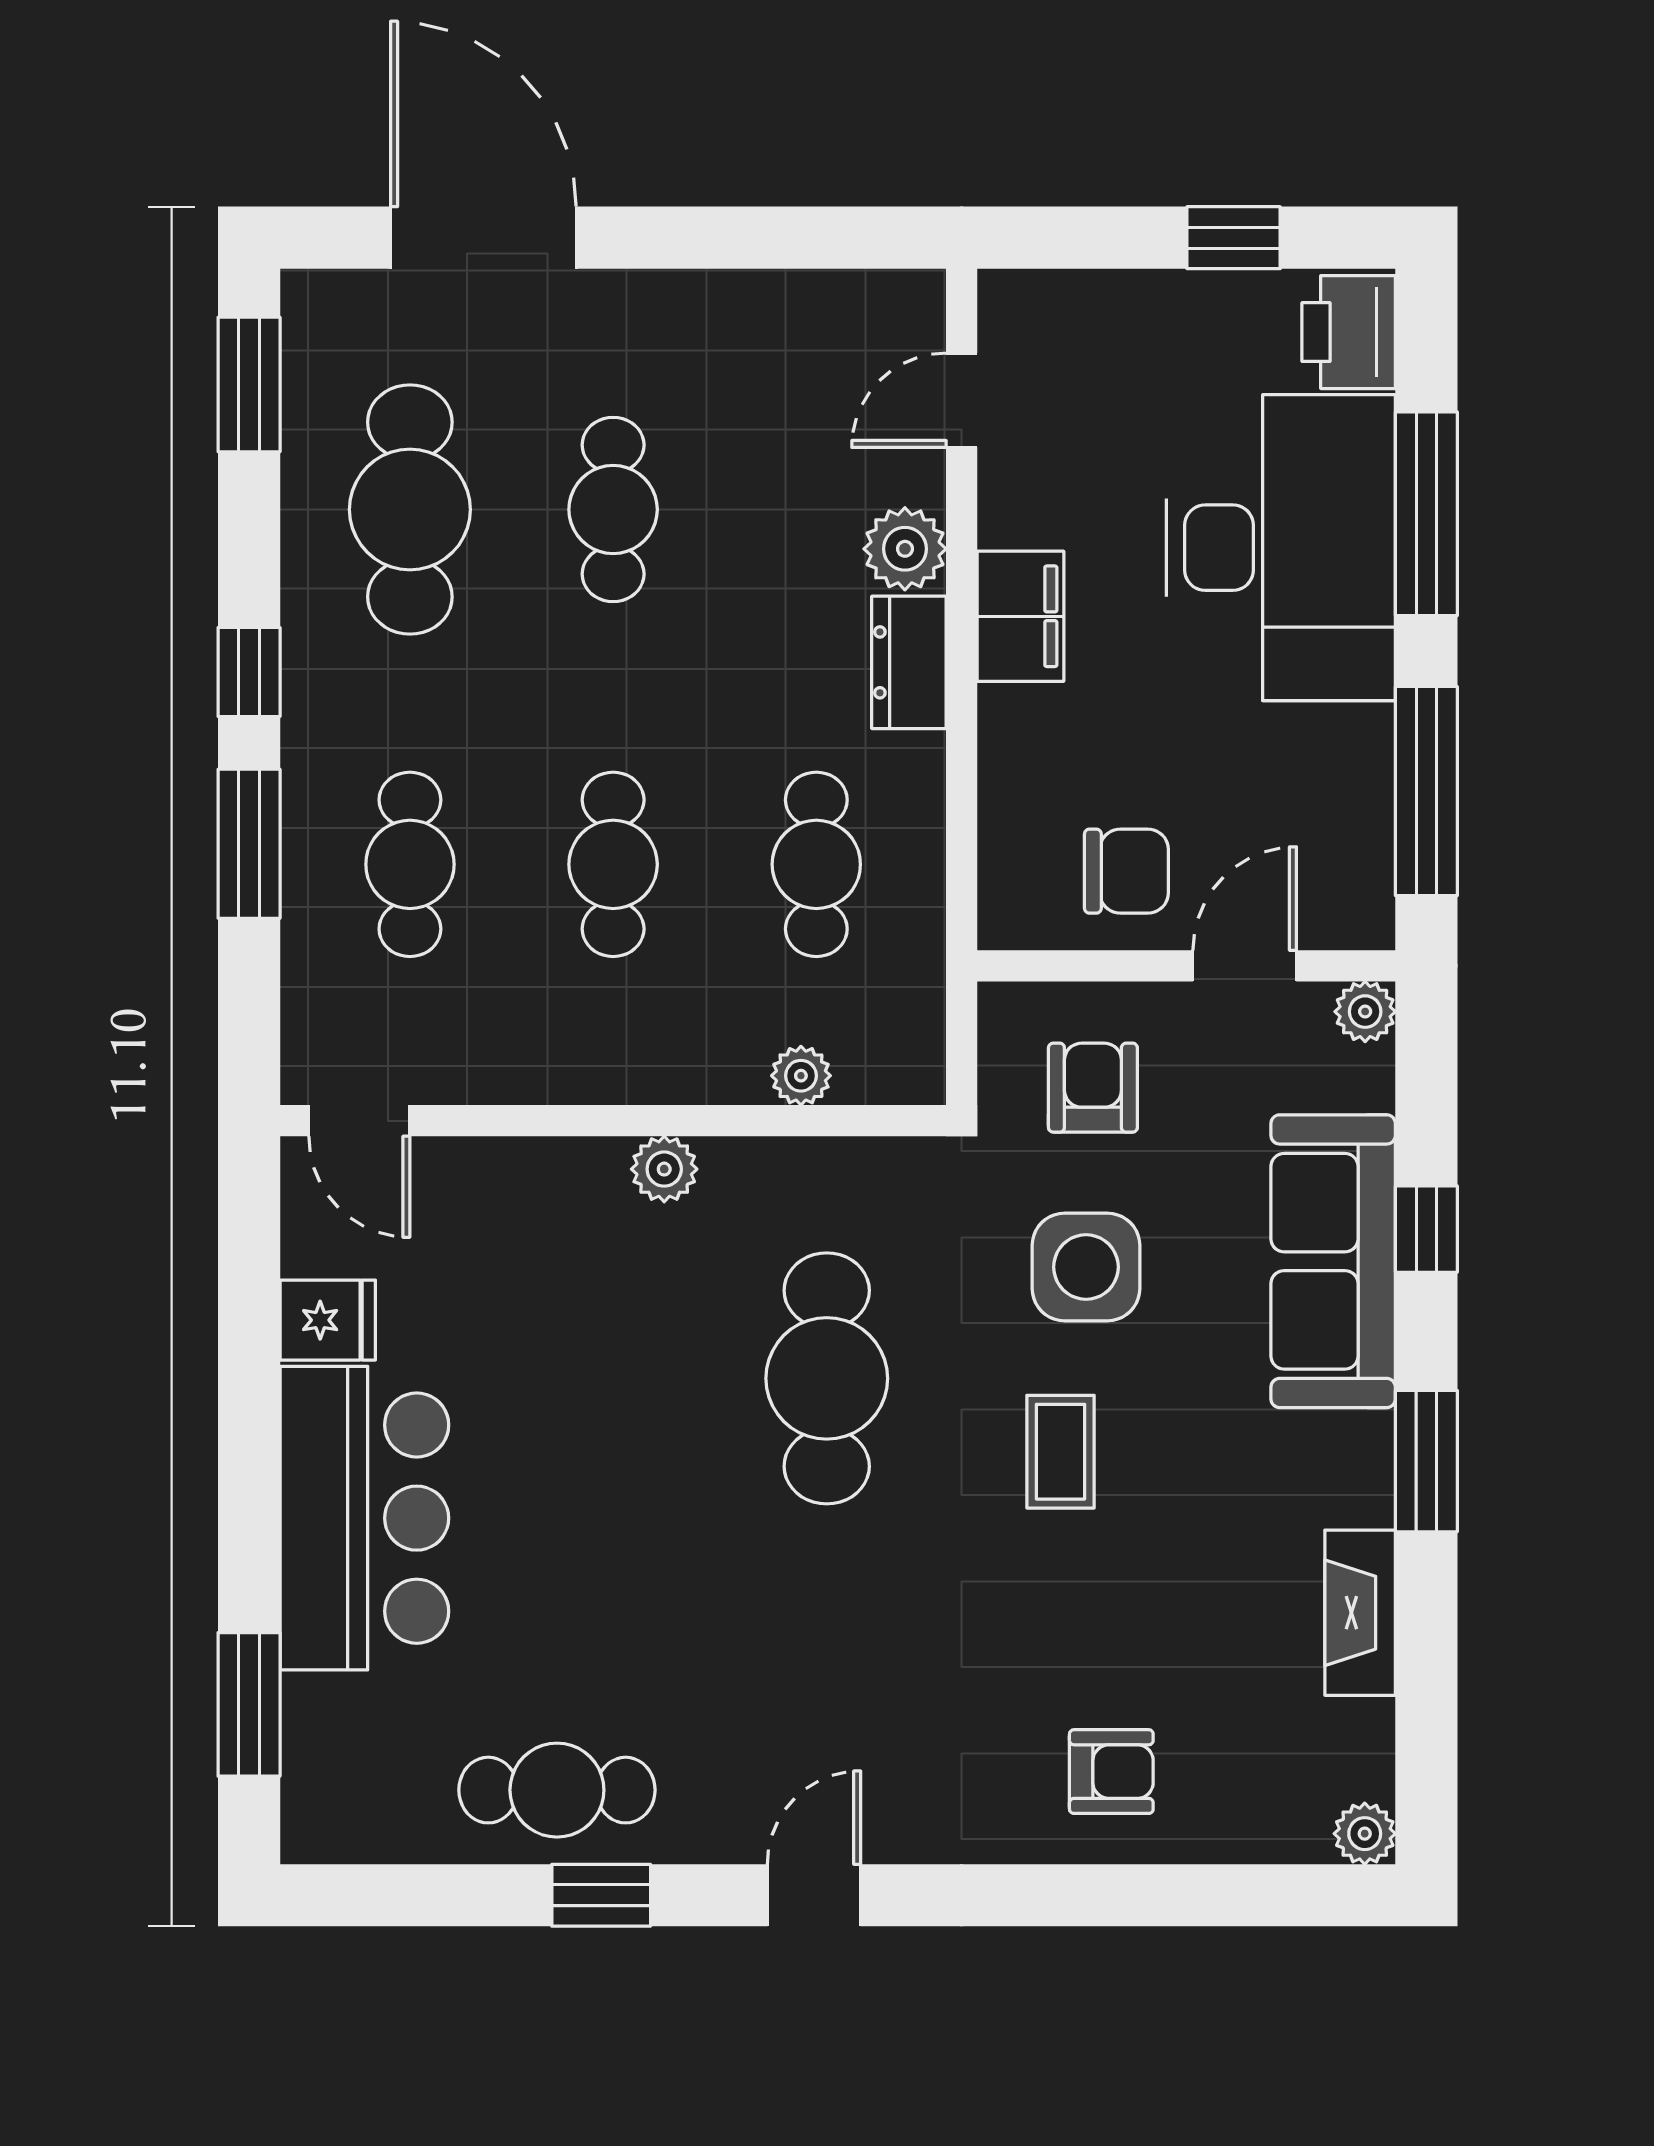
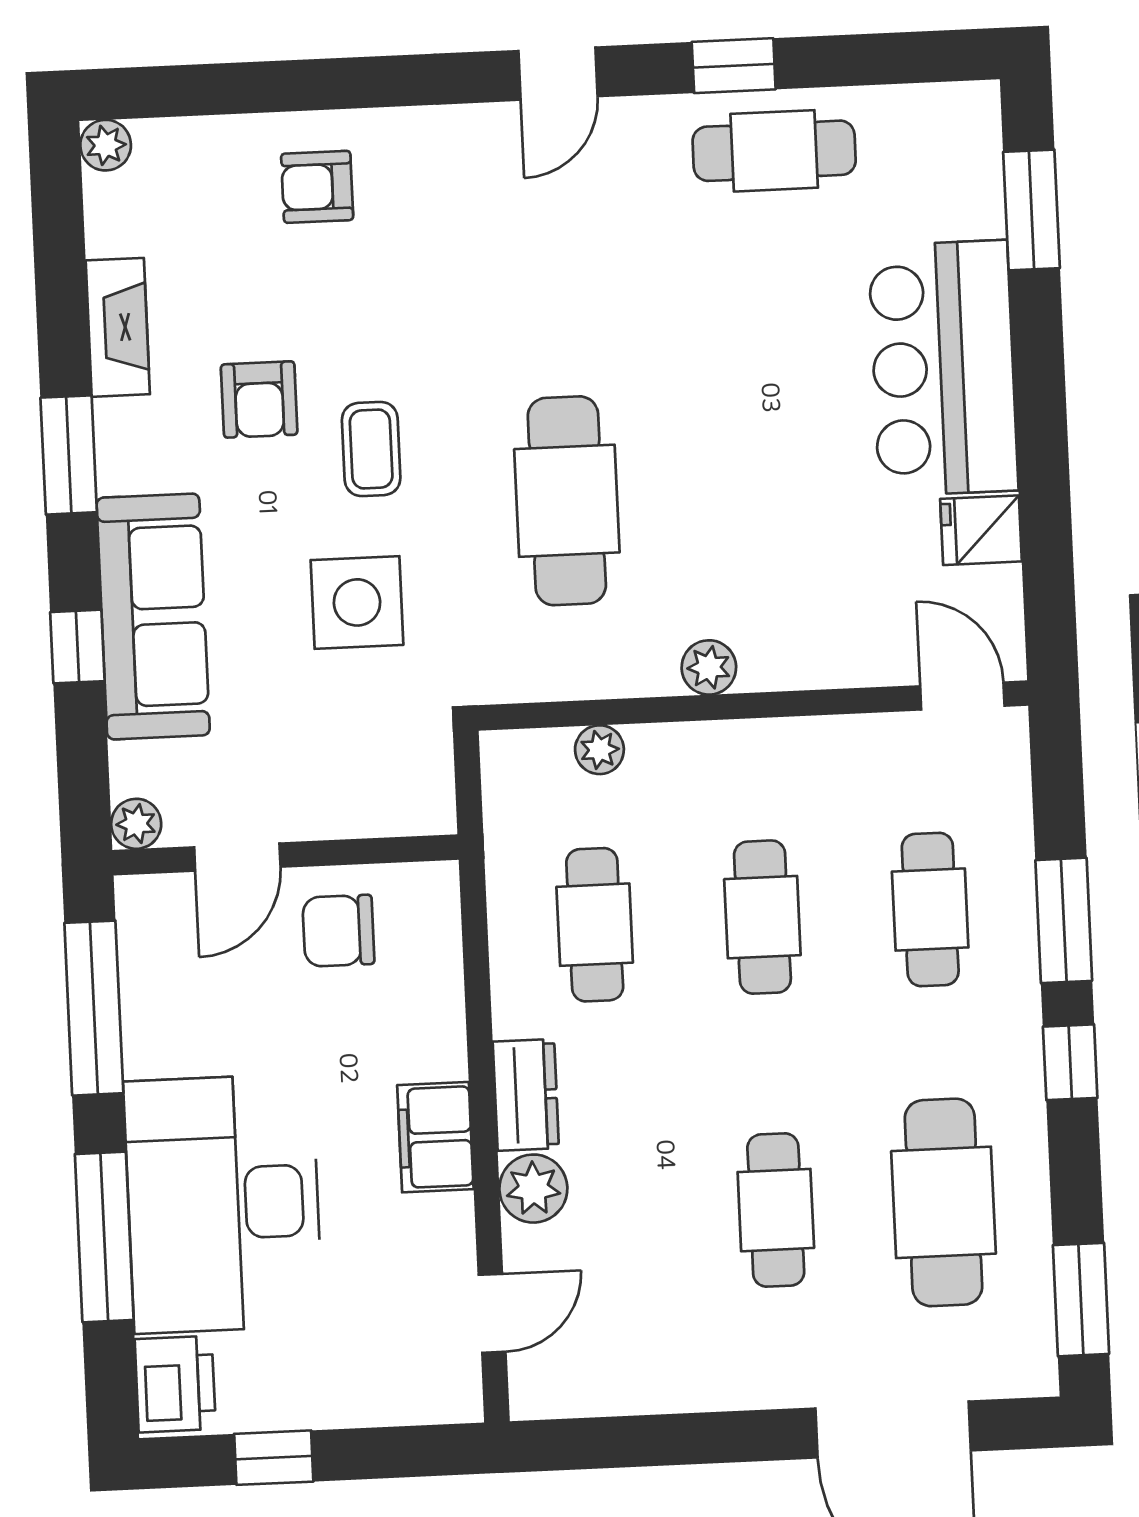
armchair: (1093, 1088) -> (259, 400), moved

